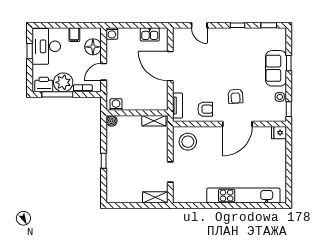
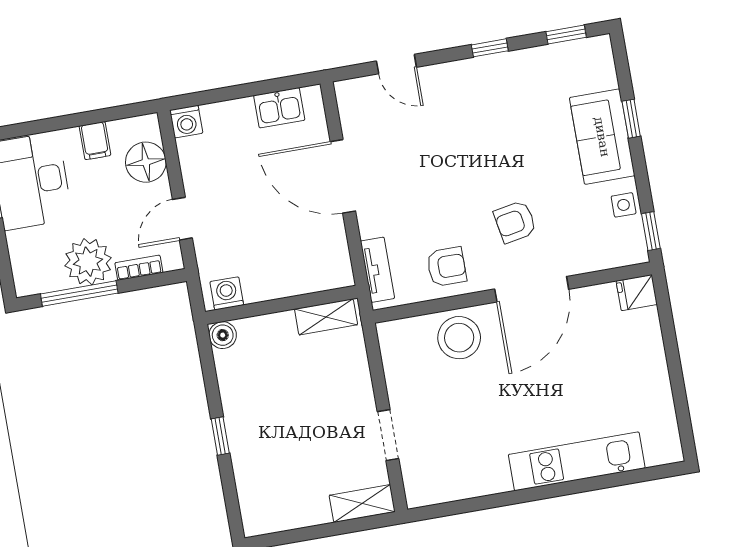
printer: (44, 85) -> (42, 275), removed
armchair: (236, 96) -> (515, 222), turned 83
stool: (188, 142) -> (459, 338), moved
kitchen unit: (243, 195) -> (577, 461), width x0.73

